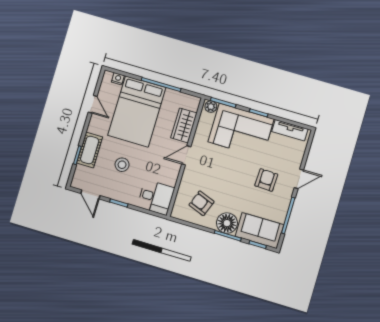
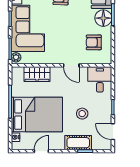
door: (186, 155) -> (71, 65), moved
door: (90, 194) -> (113, 132), swing flipped
armchair: (202, 203) -> (94, 42), turned 69

